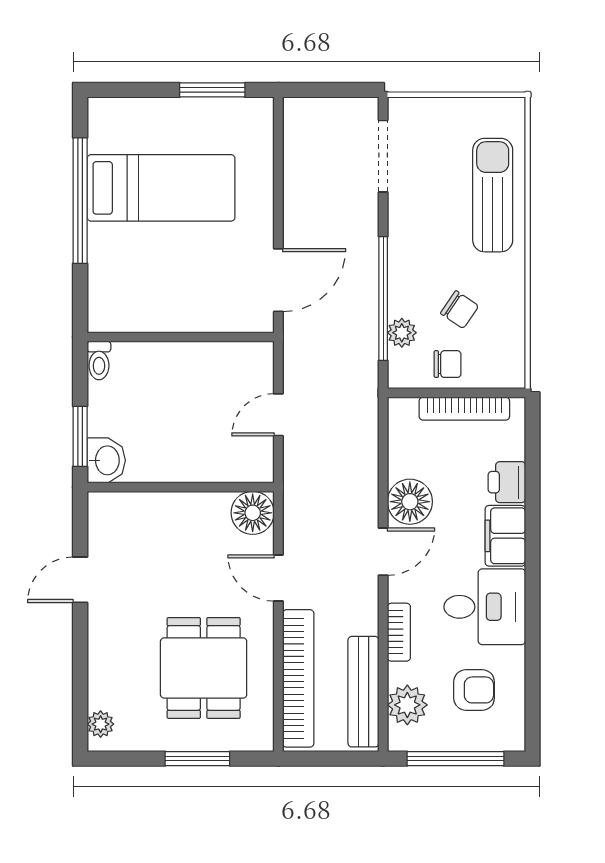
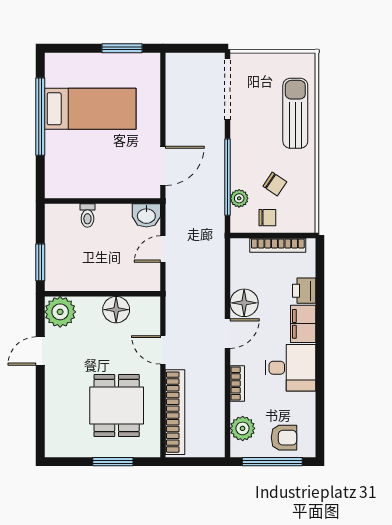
doorway: (383, 156) -> (228, 89), width x1.36
toilet: (99, 360) -> (87, 215), moved
washbasin: (106, 460) -> (146, 215), moved, turned 90
floor lamp: (253, 513) -> (116, 310), moved
armchair: (474, 690) -> (284, 438), moved
bench: (363, 692) -> (215, 420), removed
plant: (101, 724) -> (60, 312), moved, width x1.87, depth x1.87

